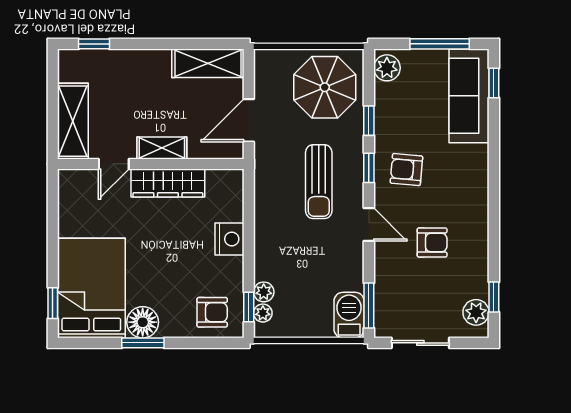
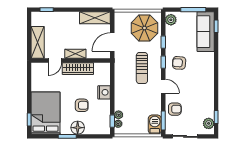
armchair: (432, 242) -> (175, 109), moved
armchair: (212, 312) -> (82, 105), moved
floor lamp: (143, 322) -> (78, 128), moved

